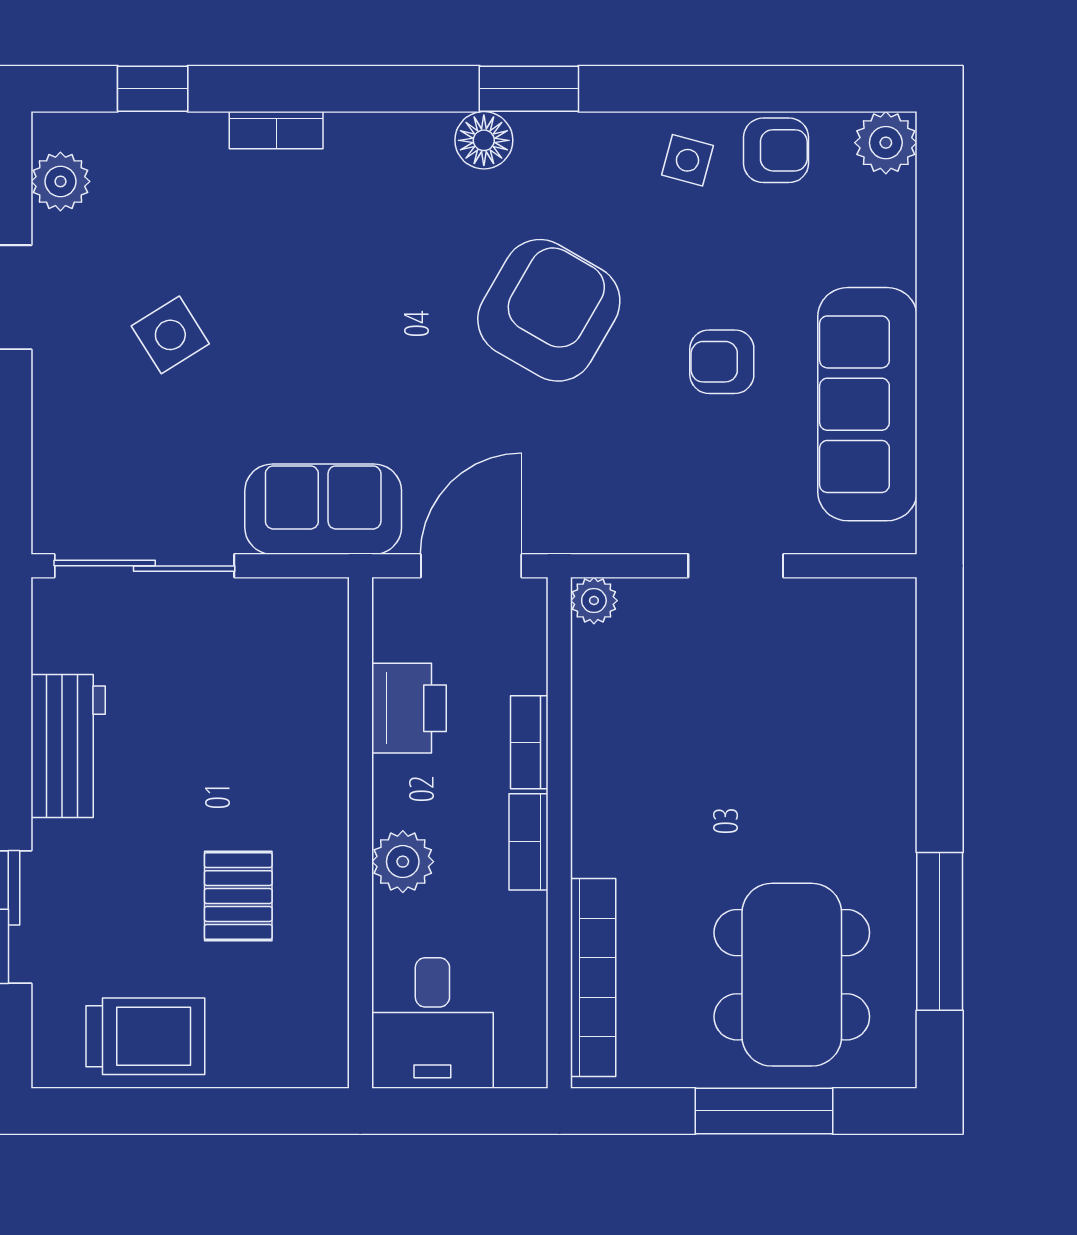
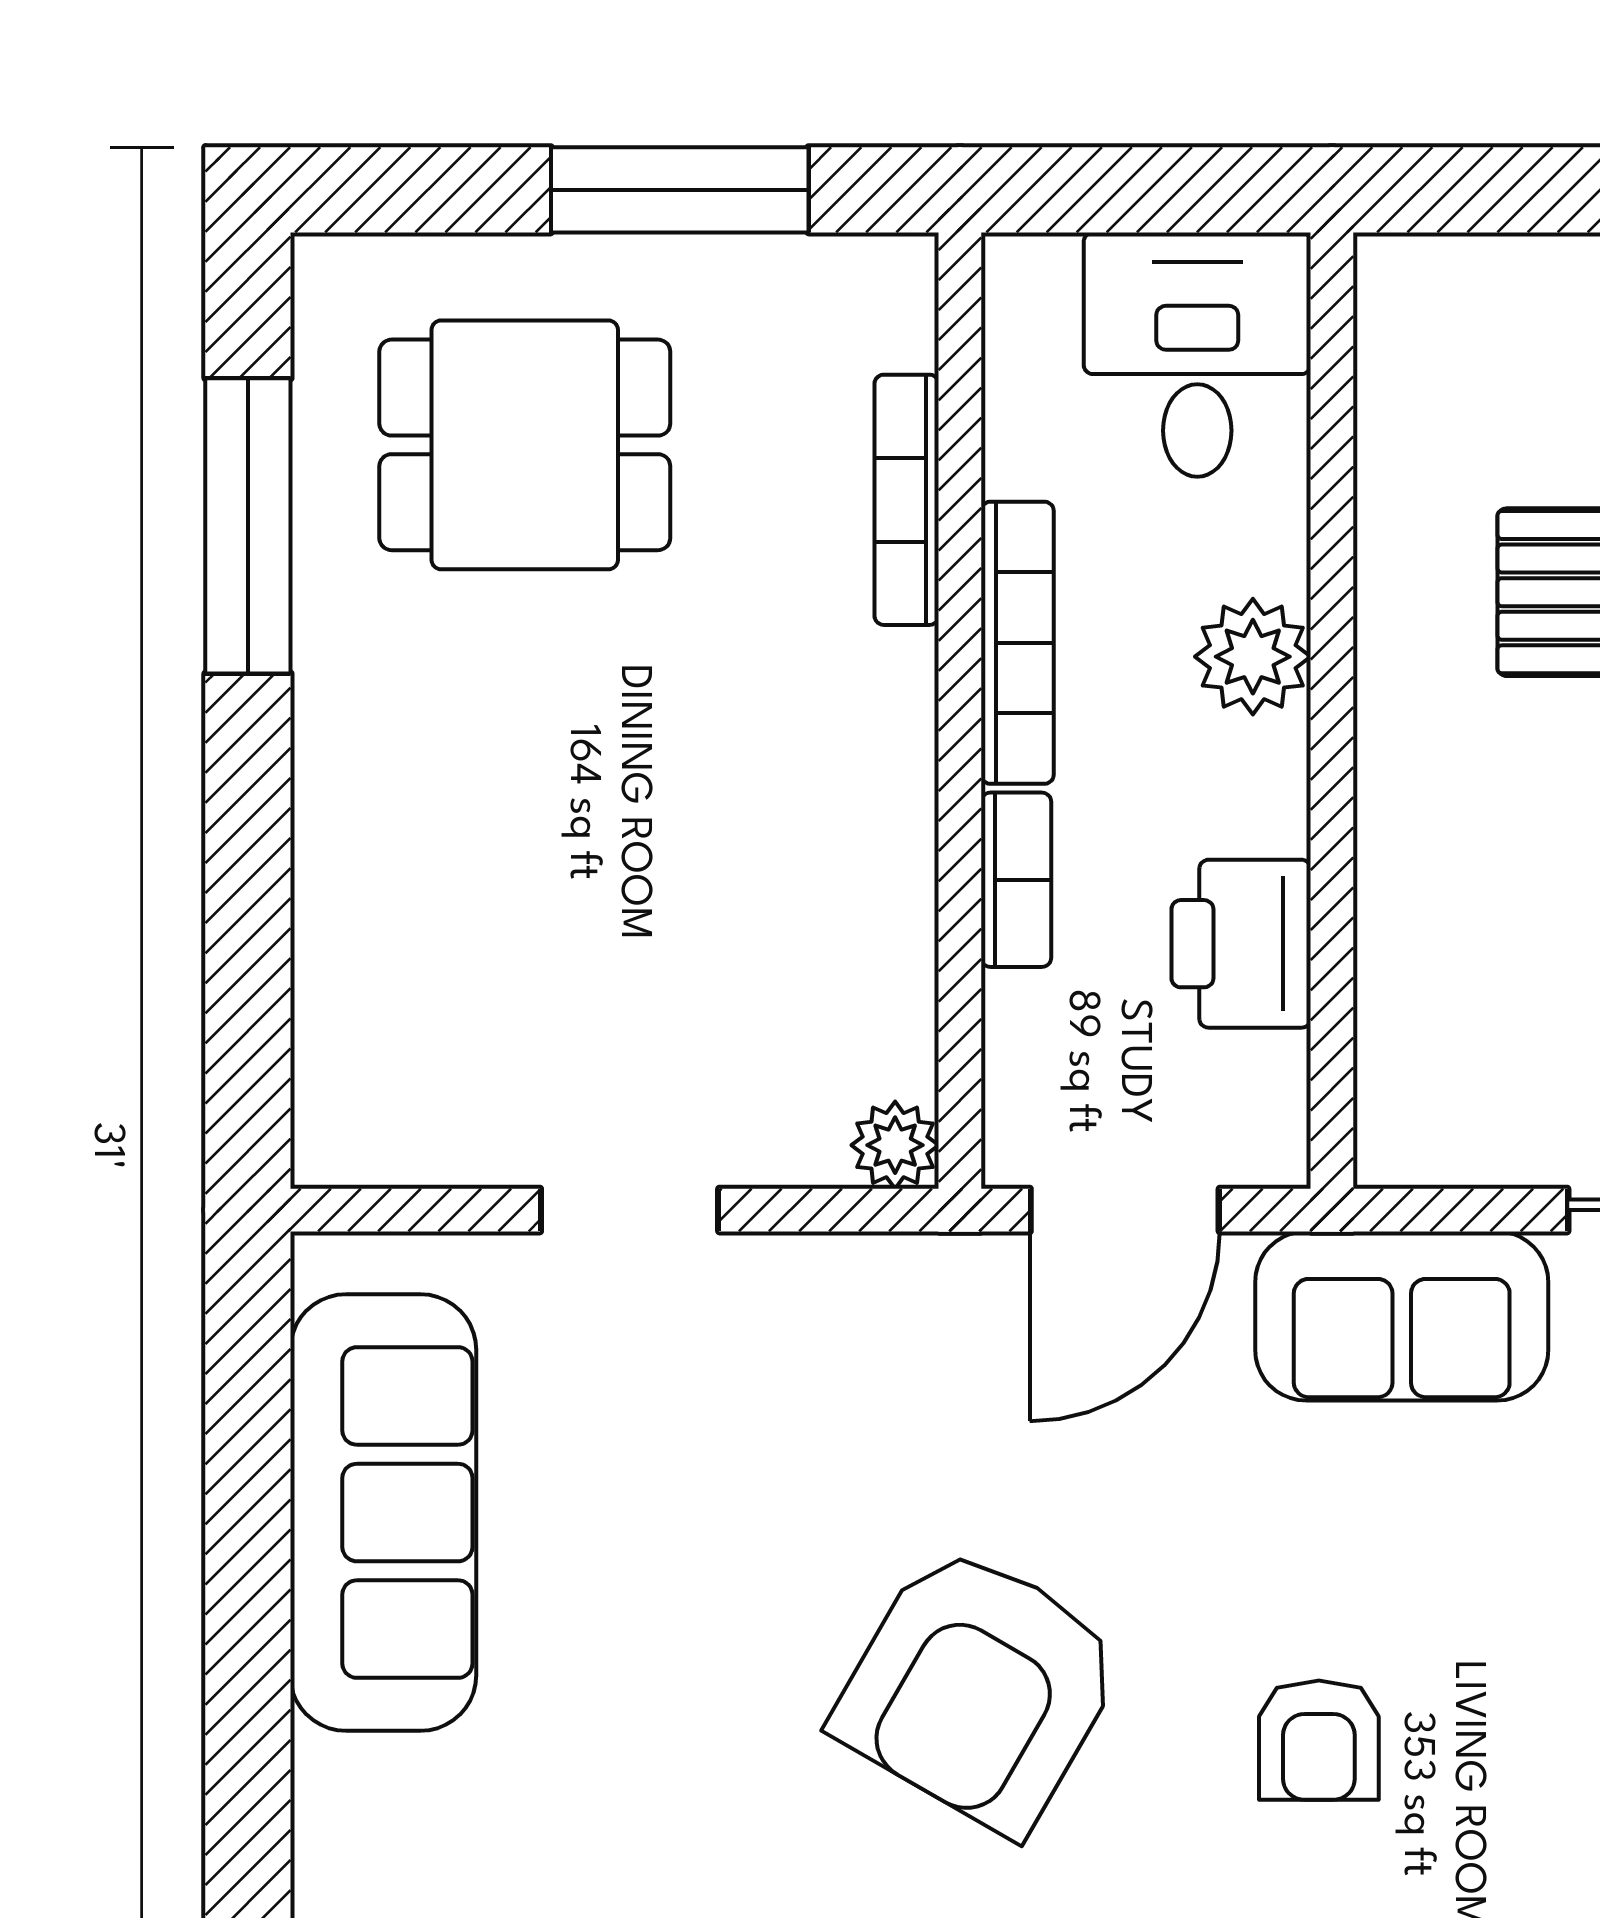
armchair: (722, 362) -> (1319, 1740), moved, turned 90
bookcase: (529, 842) -> (1017, 643), width x1.56
dining table: (792, 975) -> (525, 445), width x0.73
bookcase: (593, 978) -> (907, 500), width x0.68, depth x0.76
window: (764, 1111) -> (680, 190), moved

